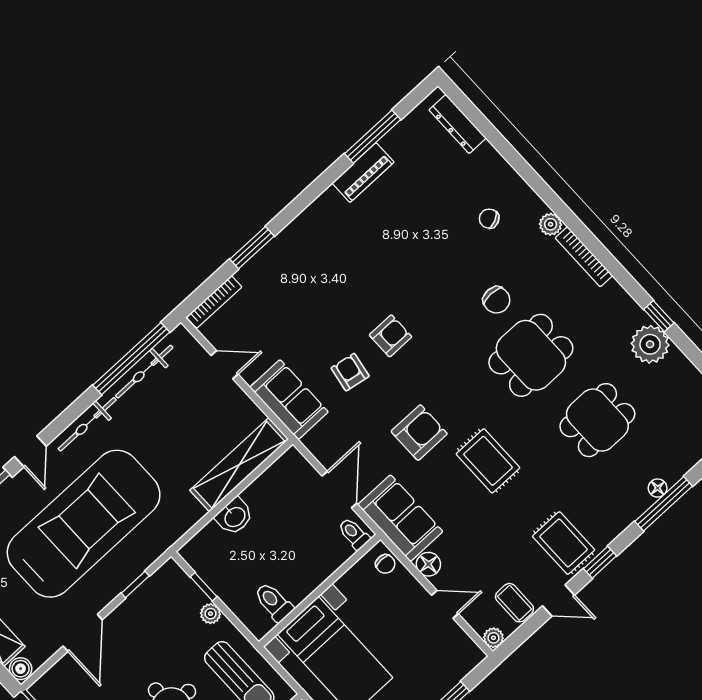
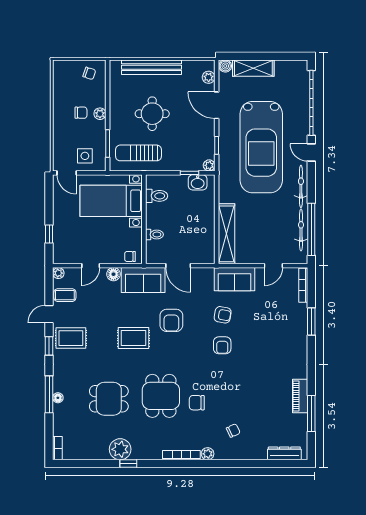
dining table: (597, 420) -> (109, 399), turned 90
washbasin: (234, 516) -> (198, 182), moved, turned -90
toilet: (354, 534) -> (154, 235), moved
plant: (211, 614) -> (209, 165), moved
plant: (56, 677) -> (209, 77), added

